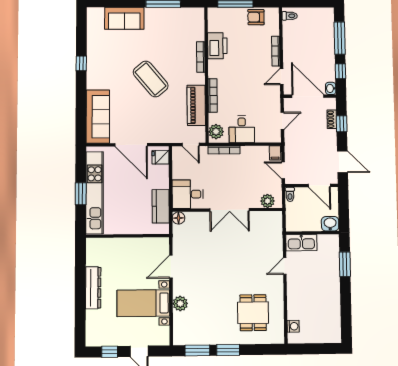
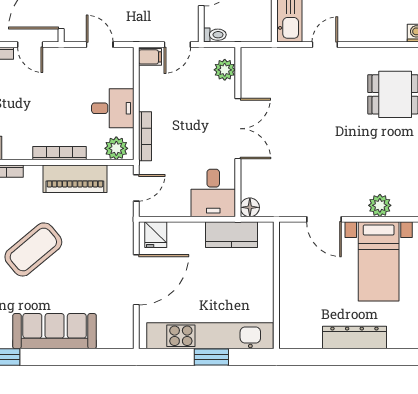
sofa: (98, 117) -> (55, 331), moved
door: (285, 266) -> (325, 45), swing flipped

